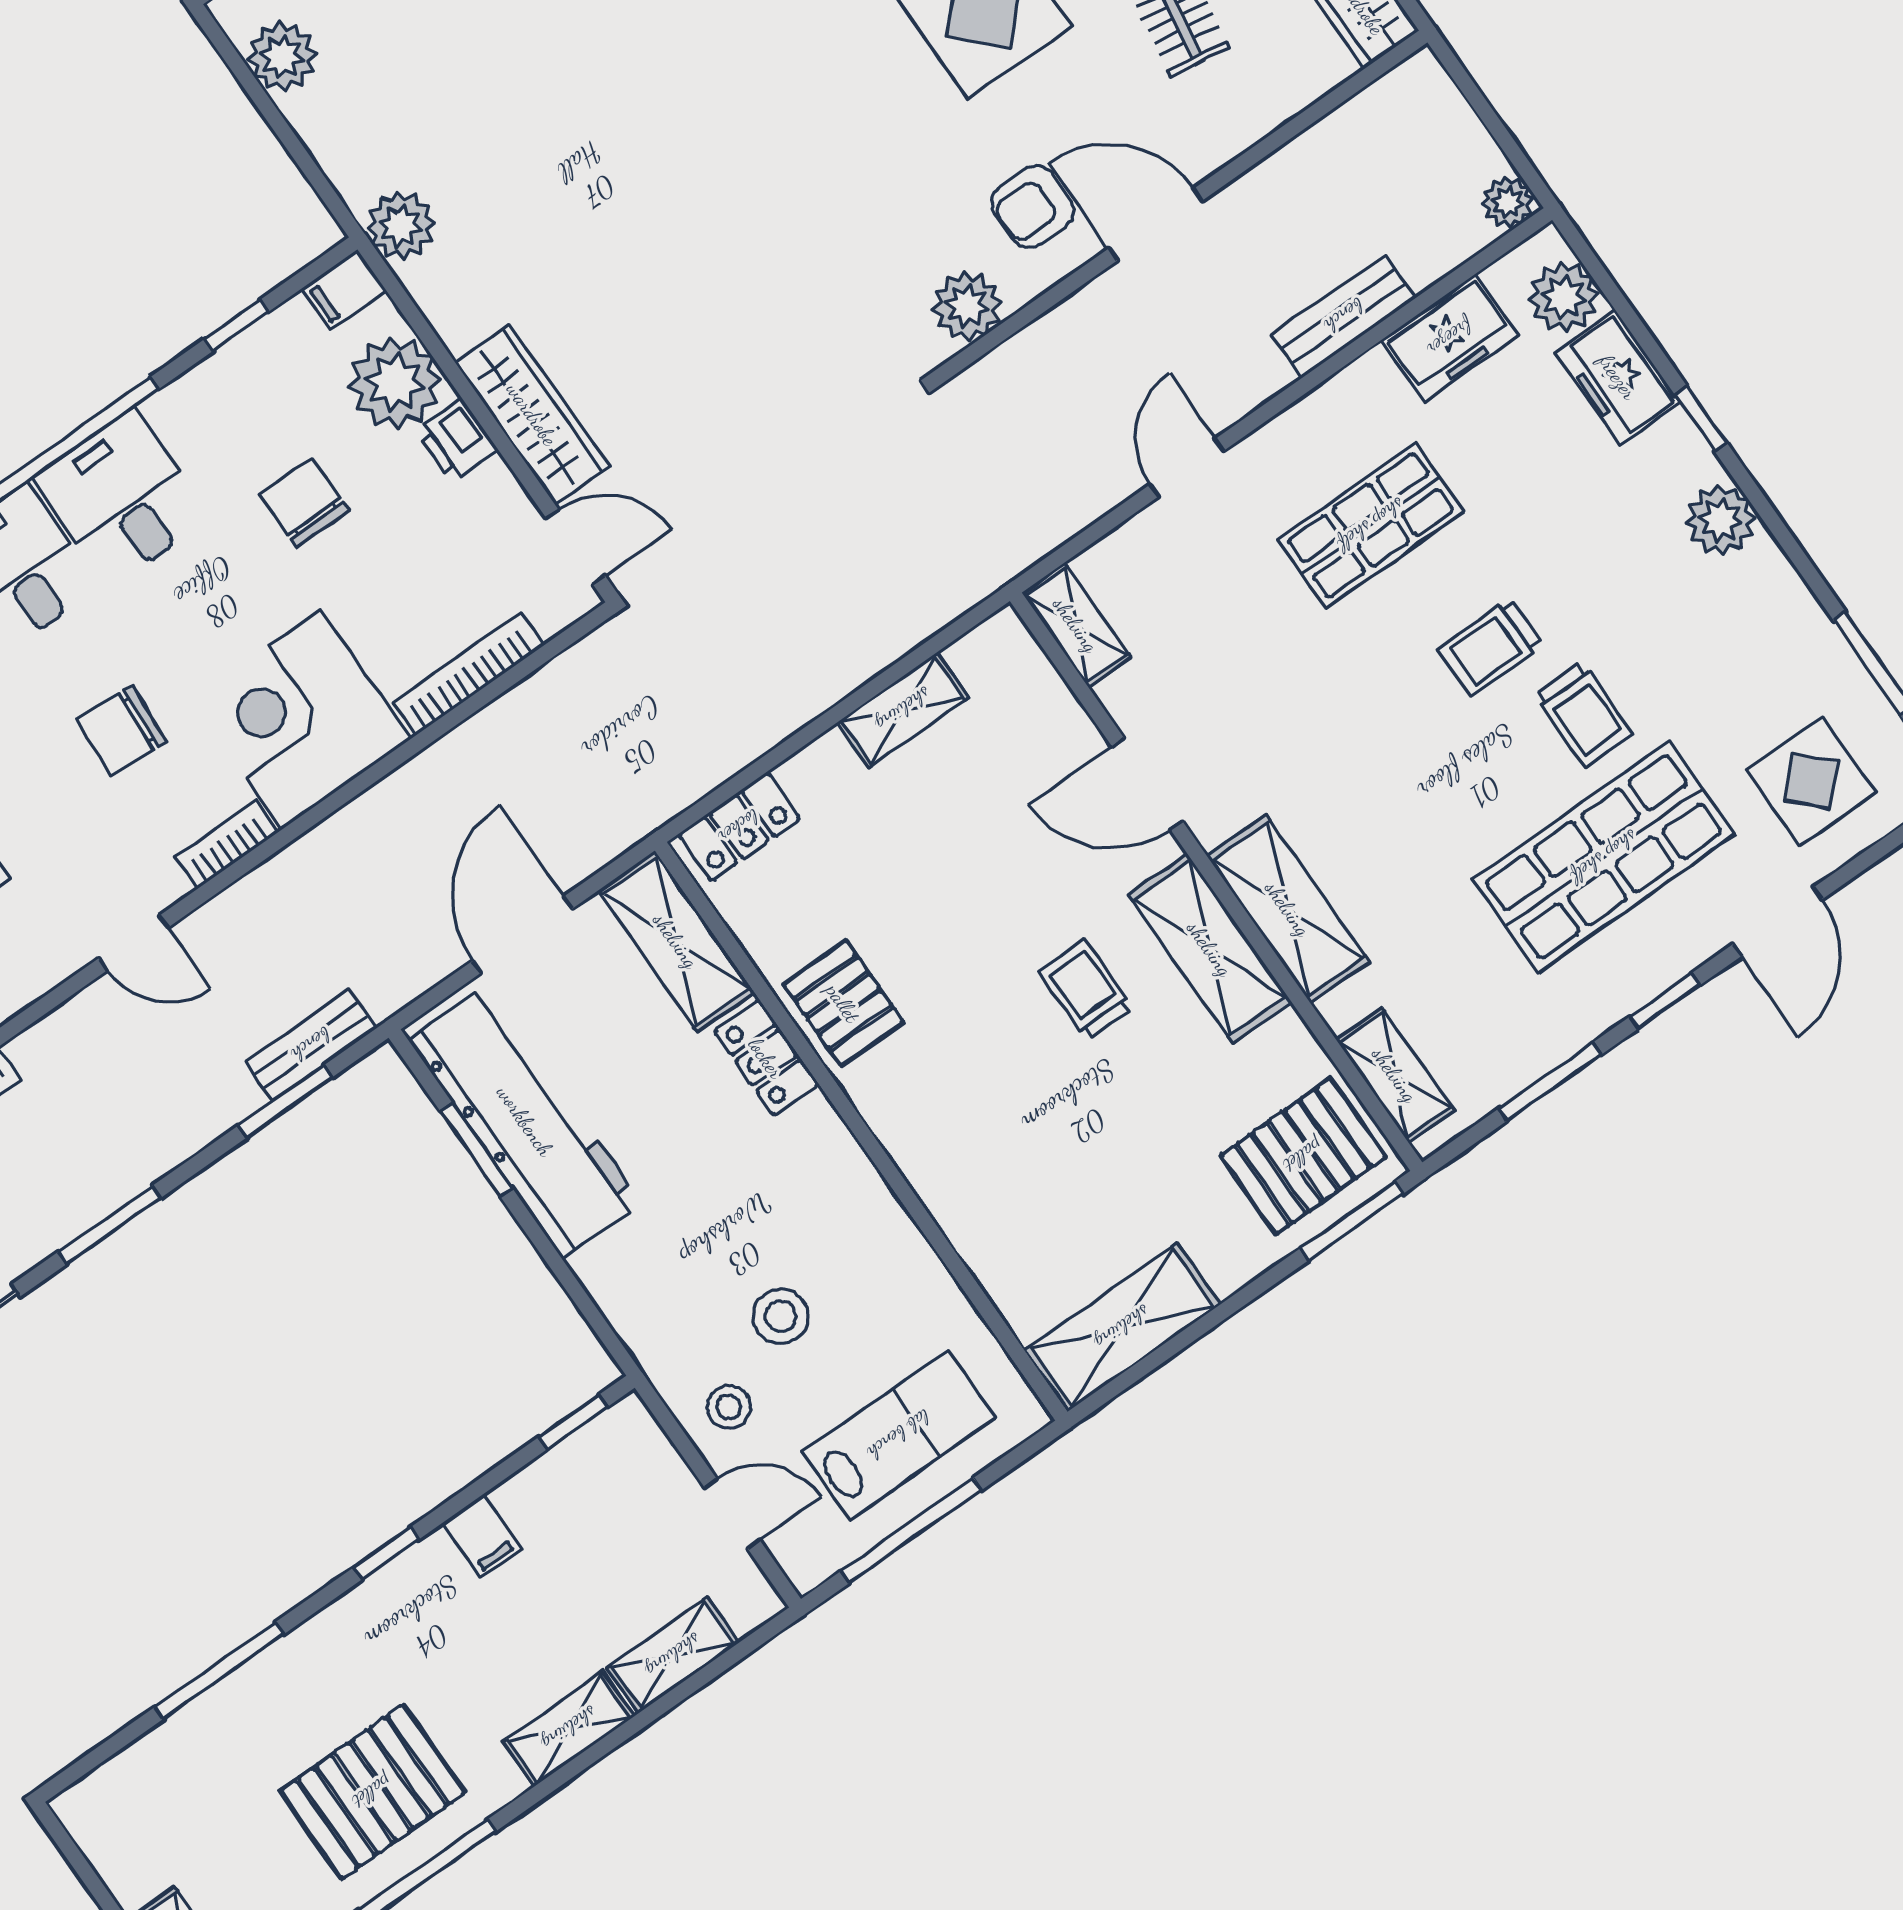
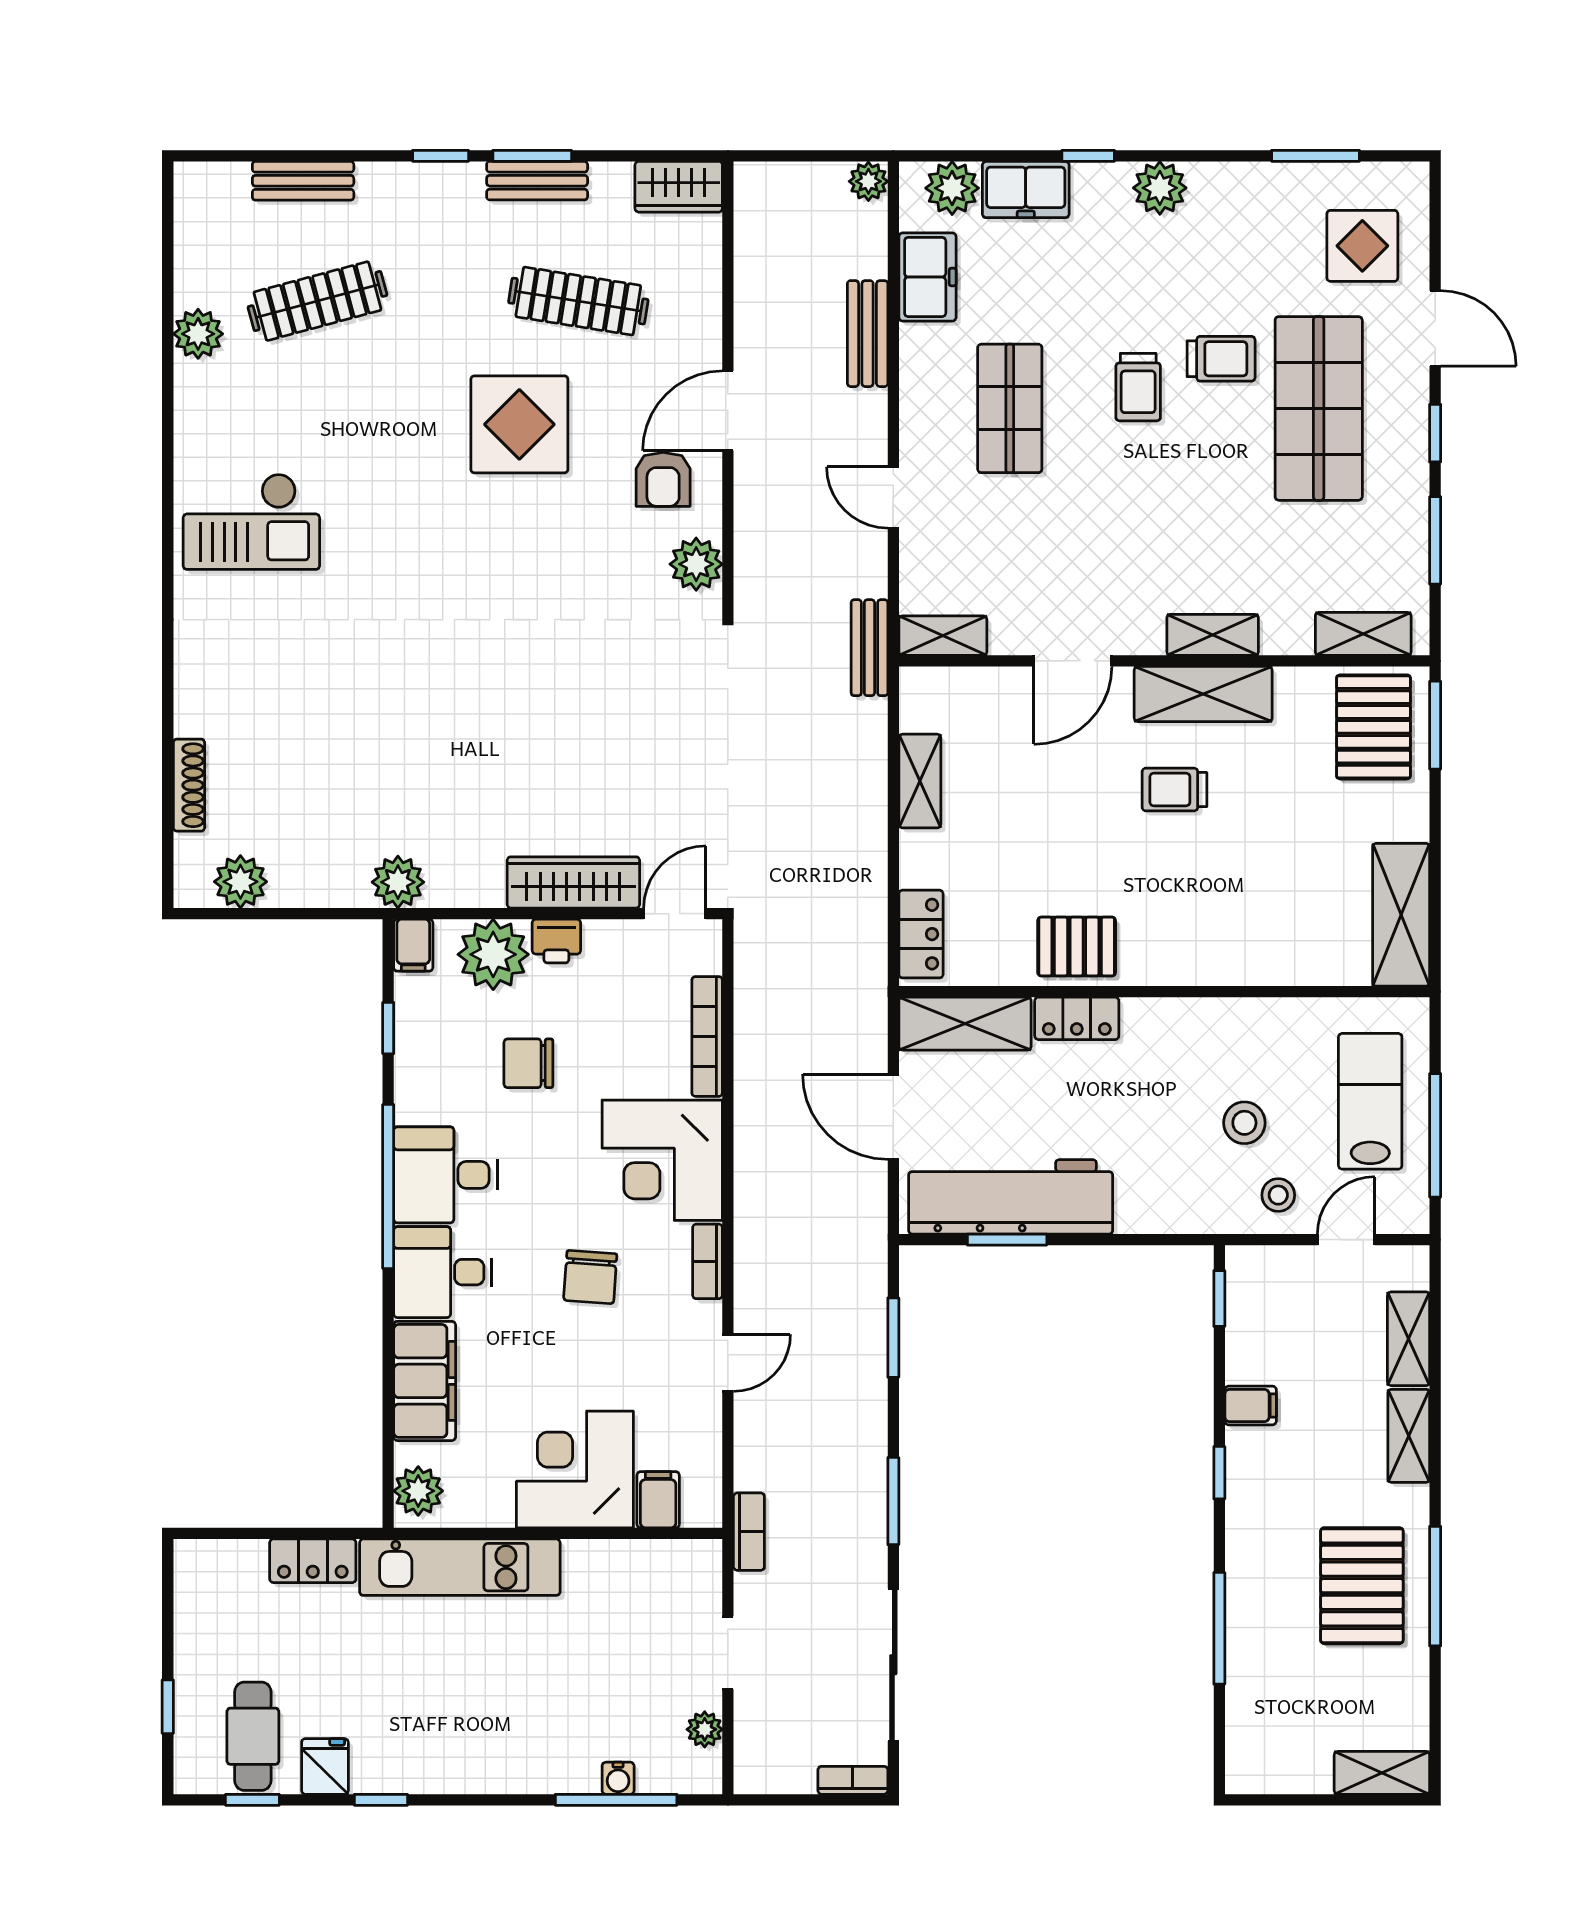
shelving: (1288, 909) -> (1213, 635), width x0.67, depth x0.75
bench: (311, 1045) -> (869, 648), moved

